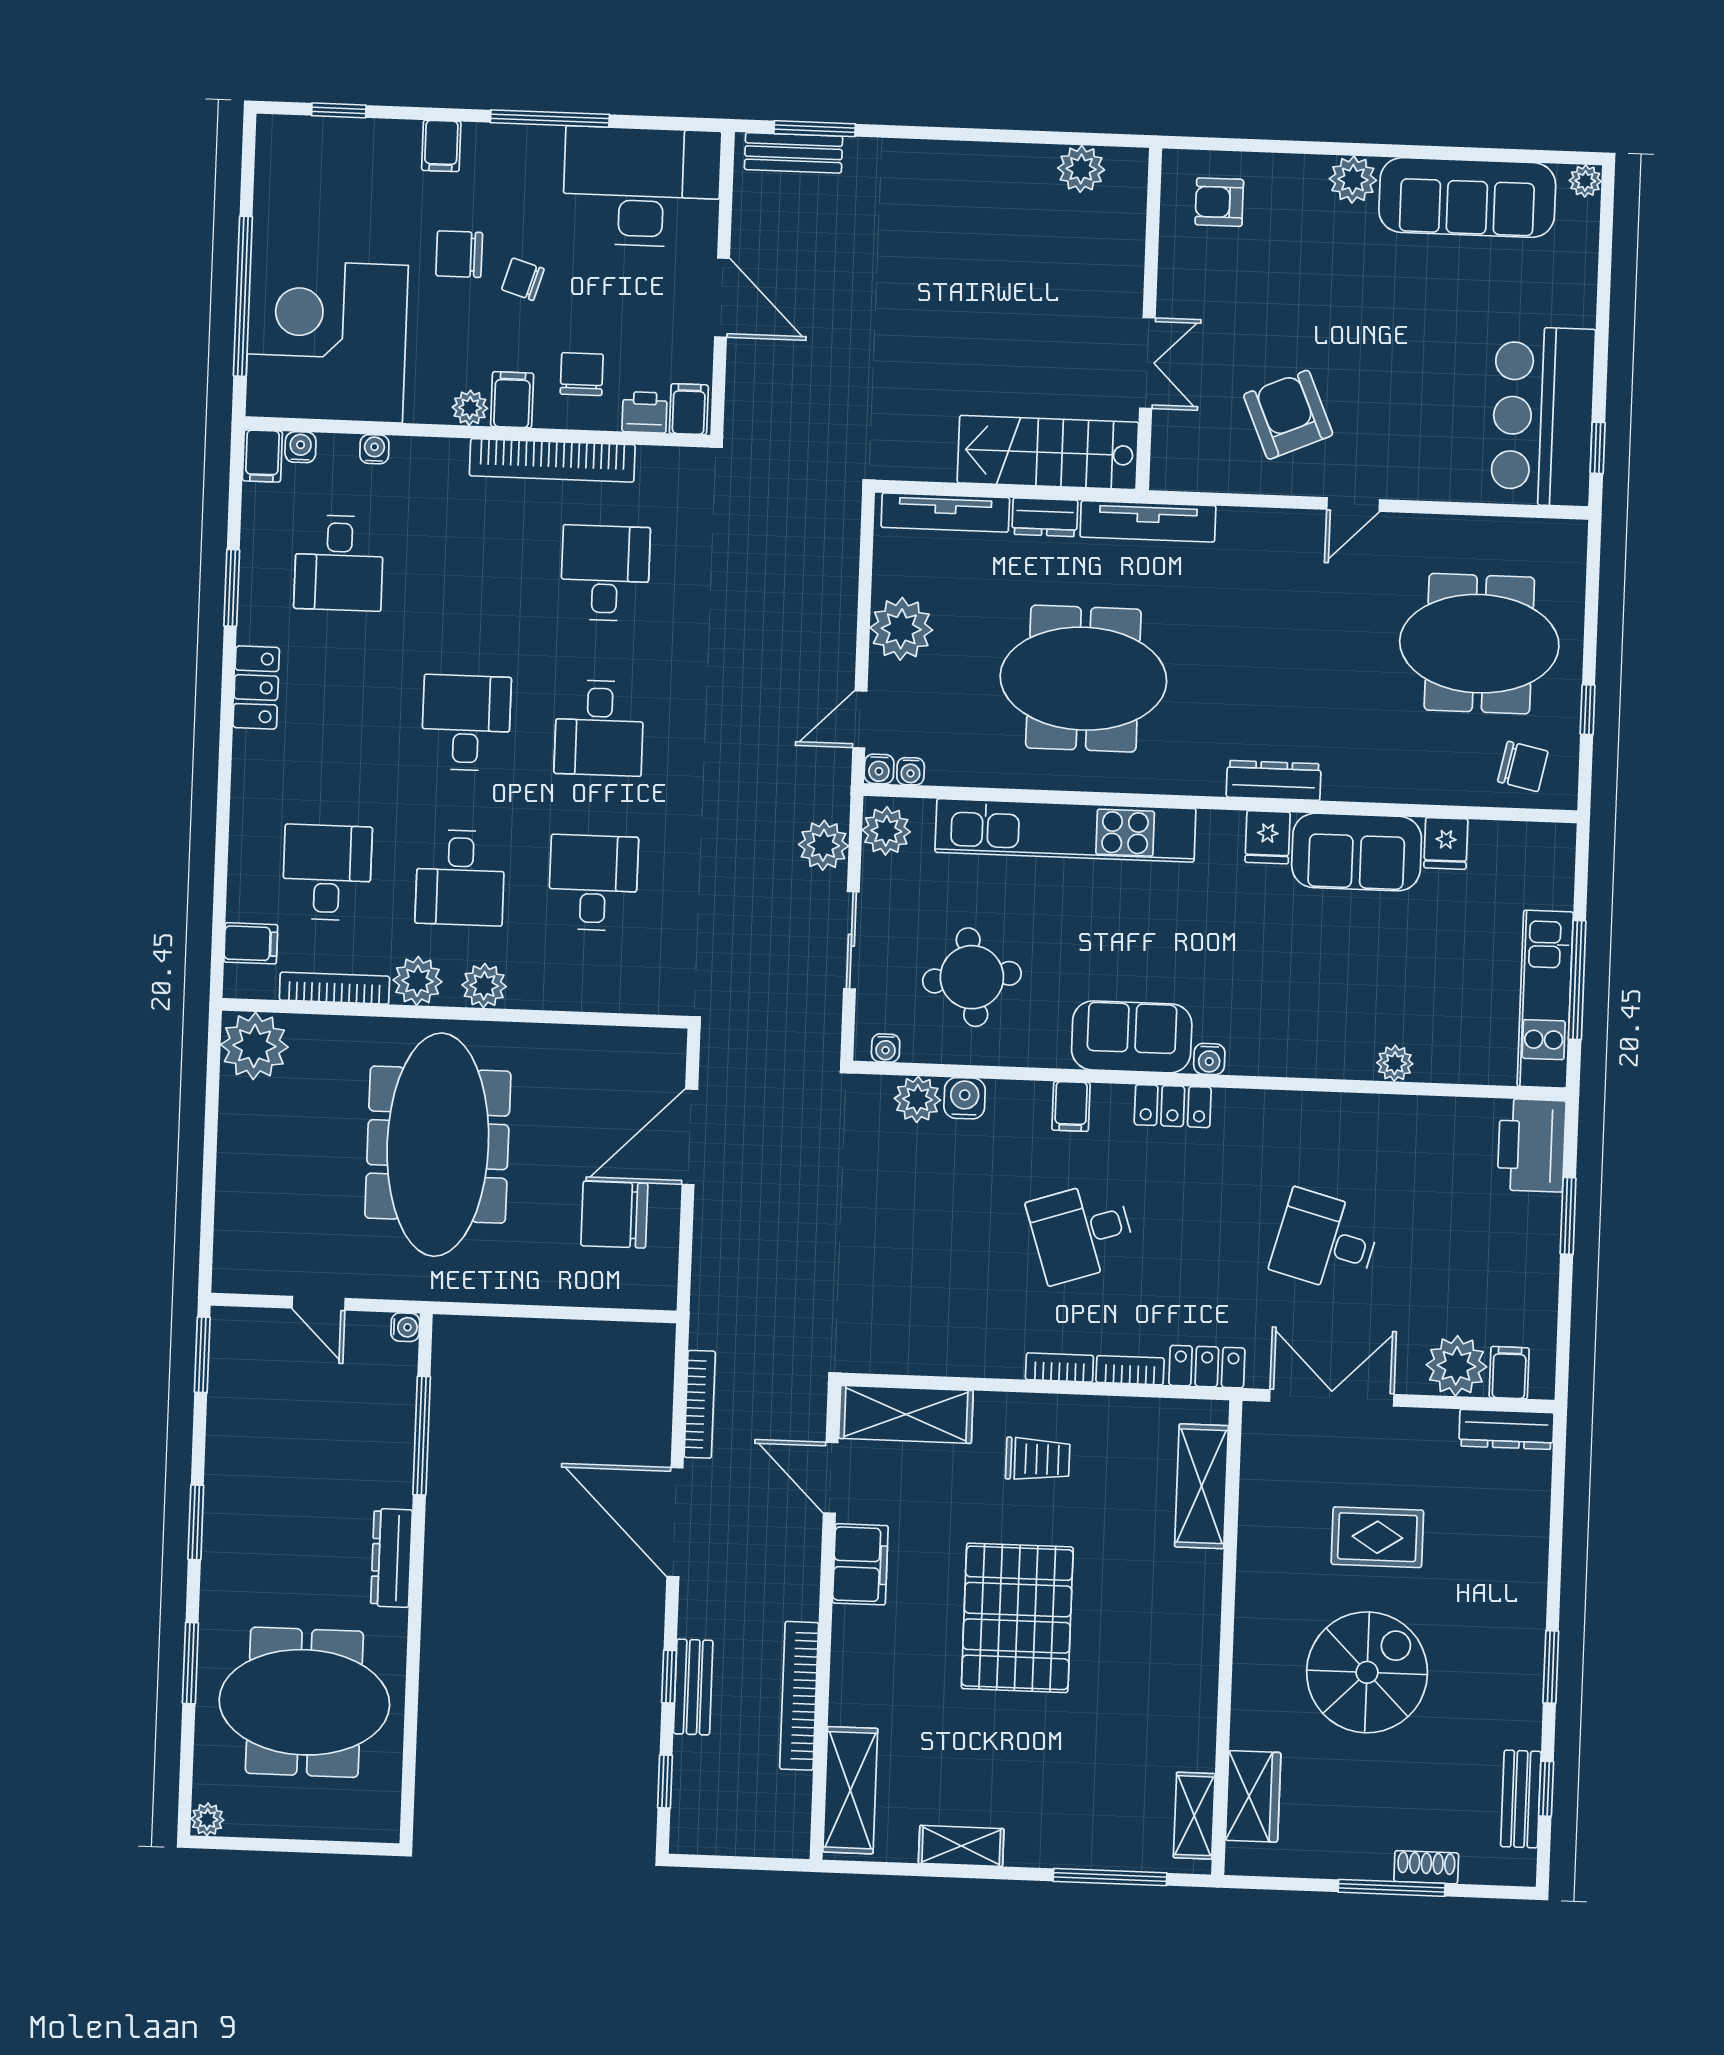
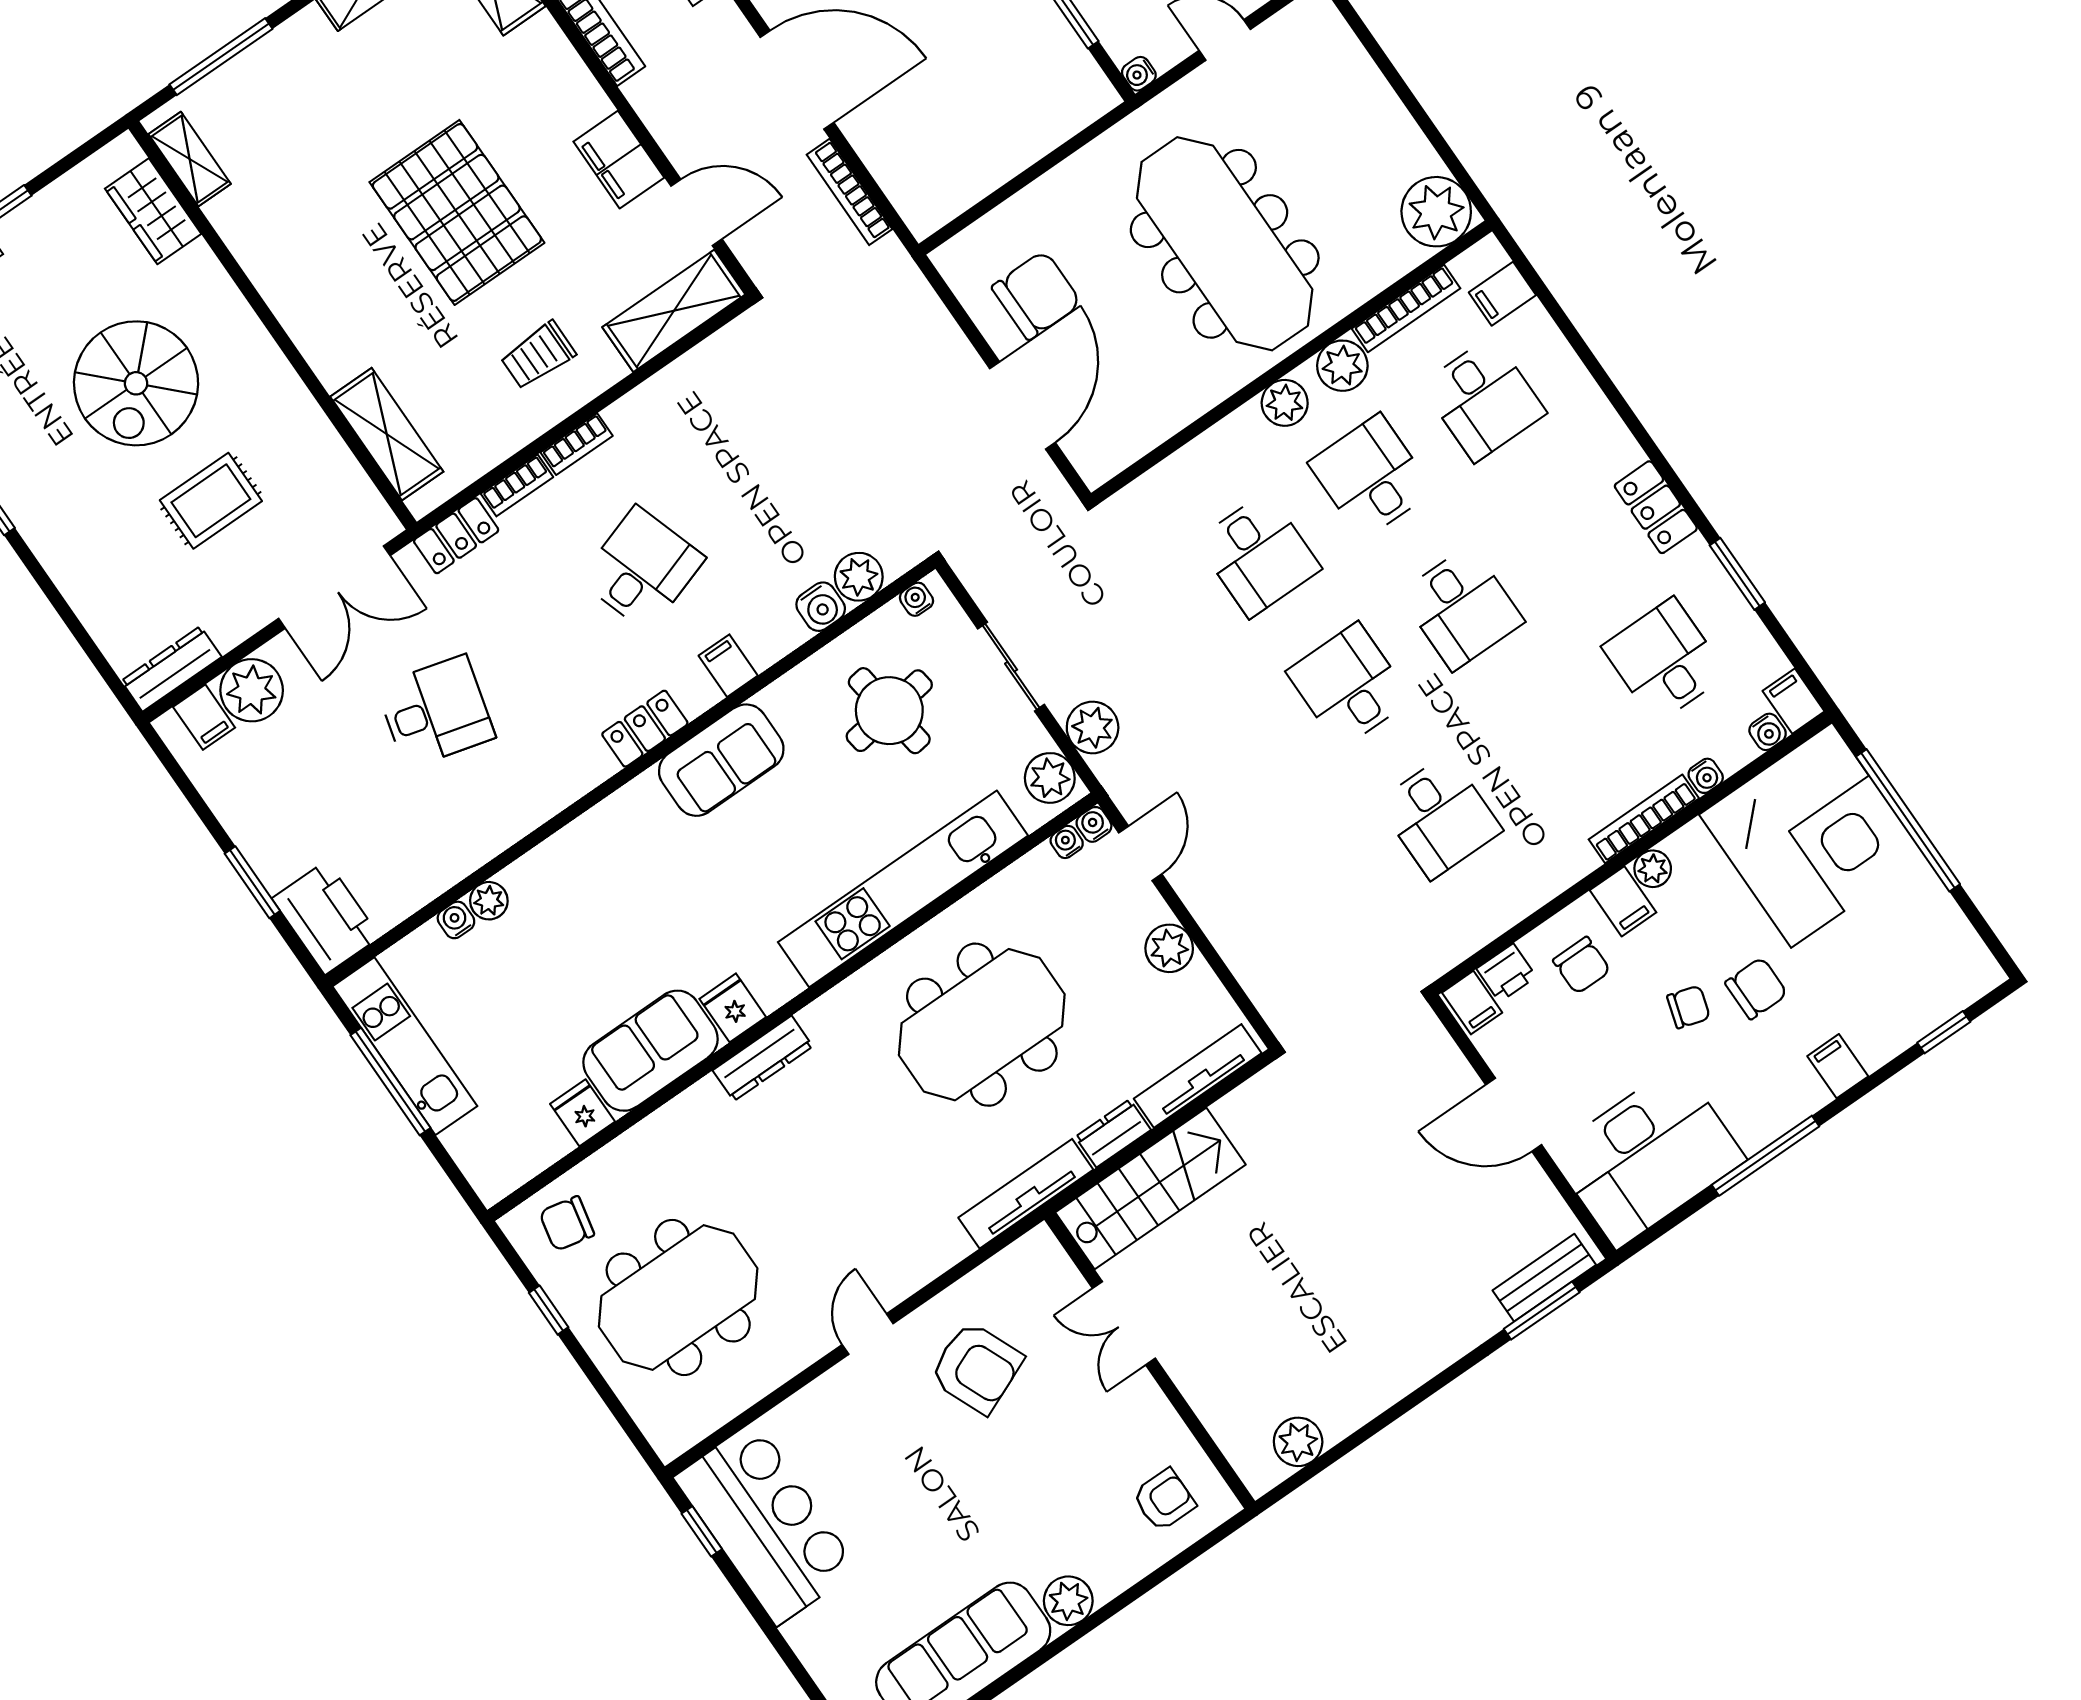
bookcase: (552, 460) -> (1644, 819), moved, width x0.68, depth x0.76
plant: (901, 629) -> (1169, 948), width x0.73, depth x0.73
water cooler: (1209, 1059) -> (456, 920), moved

